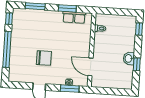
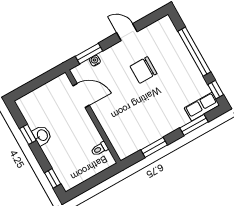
row of seats: (74, 17) -> (202, 107), moved

